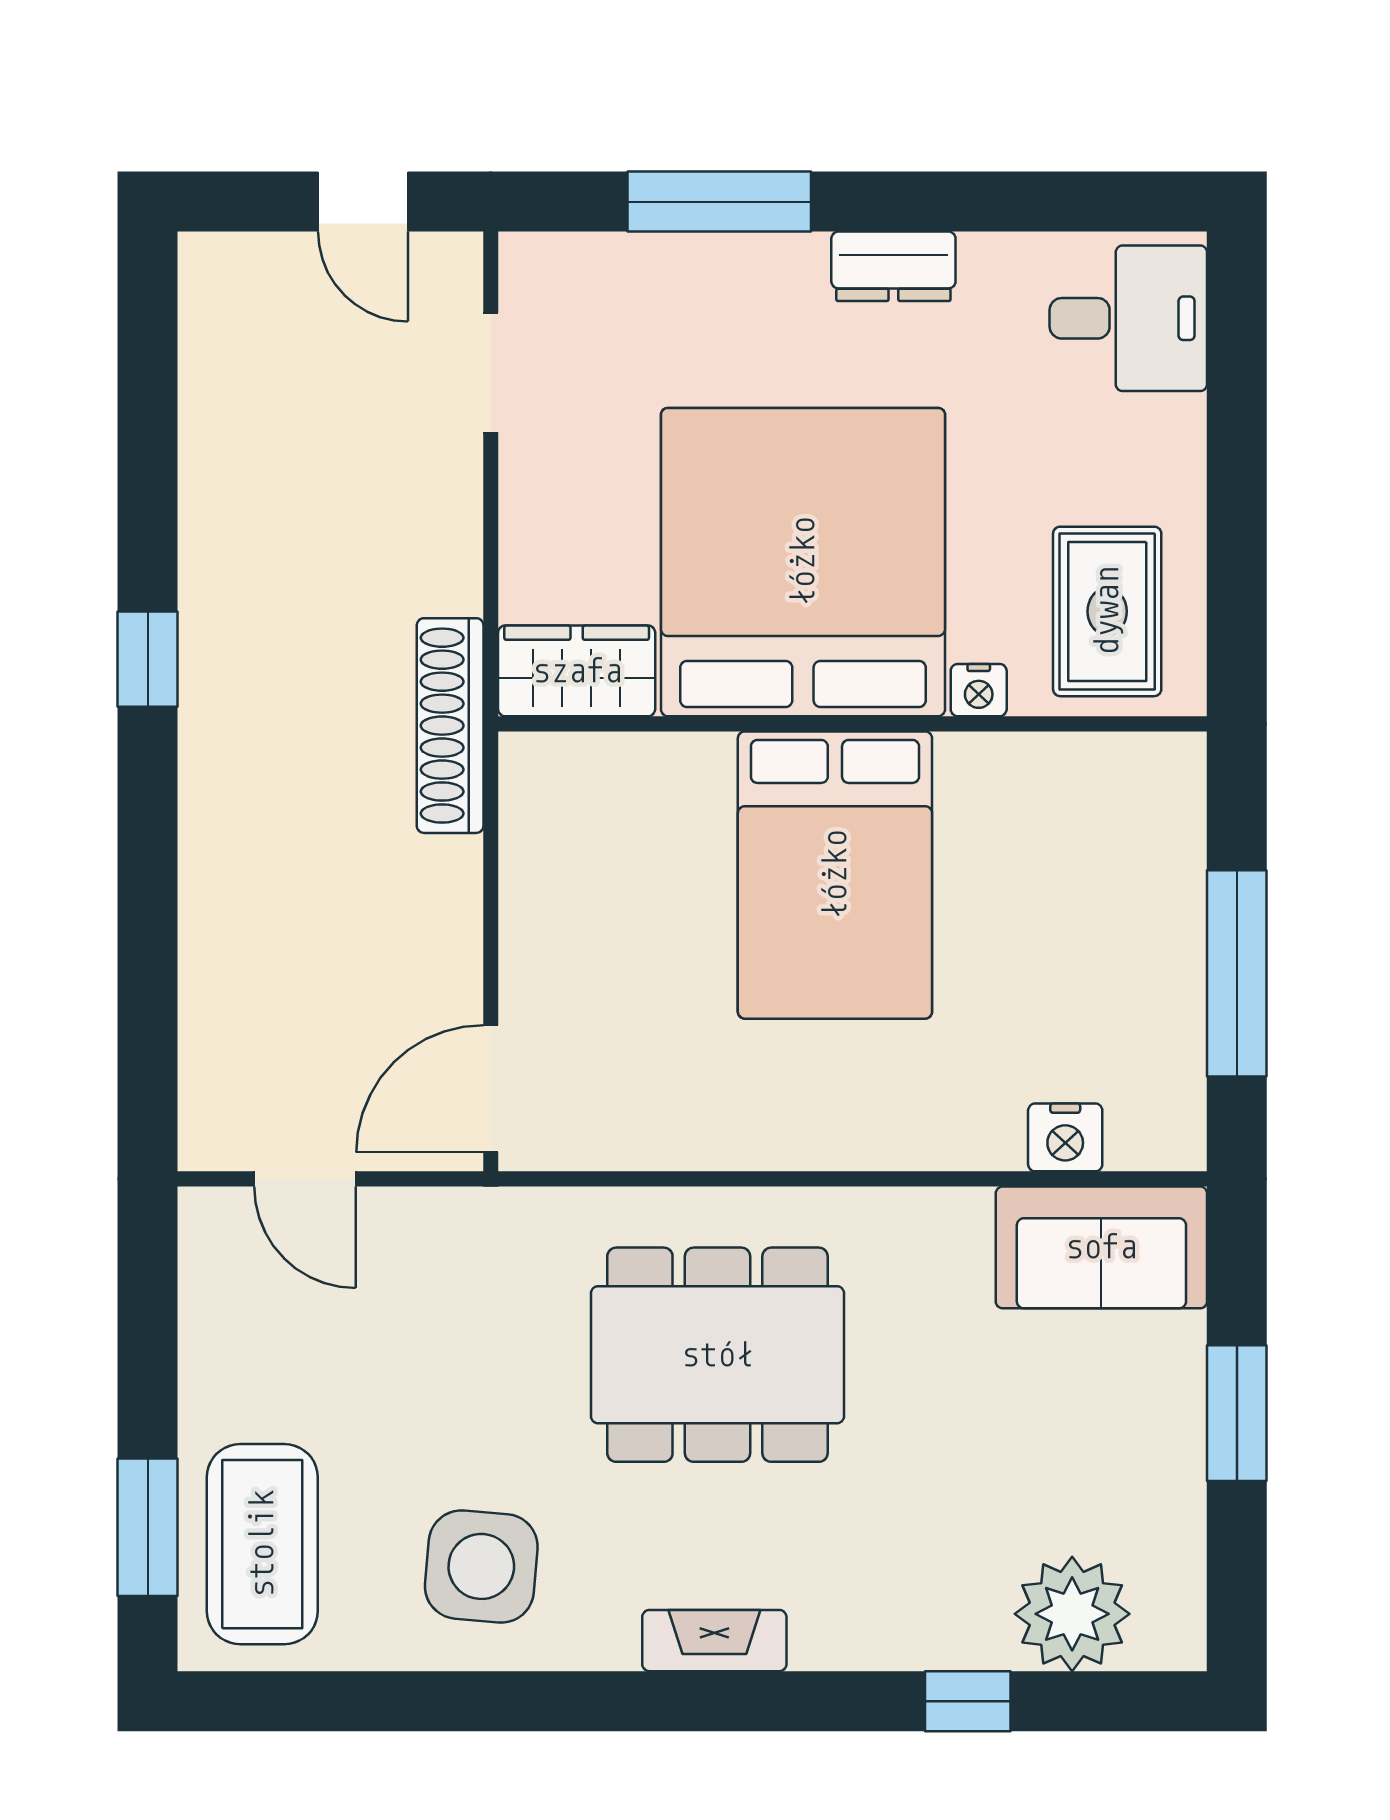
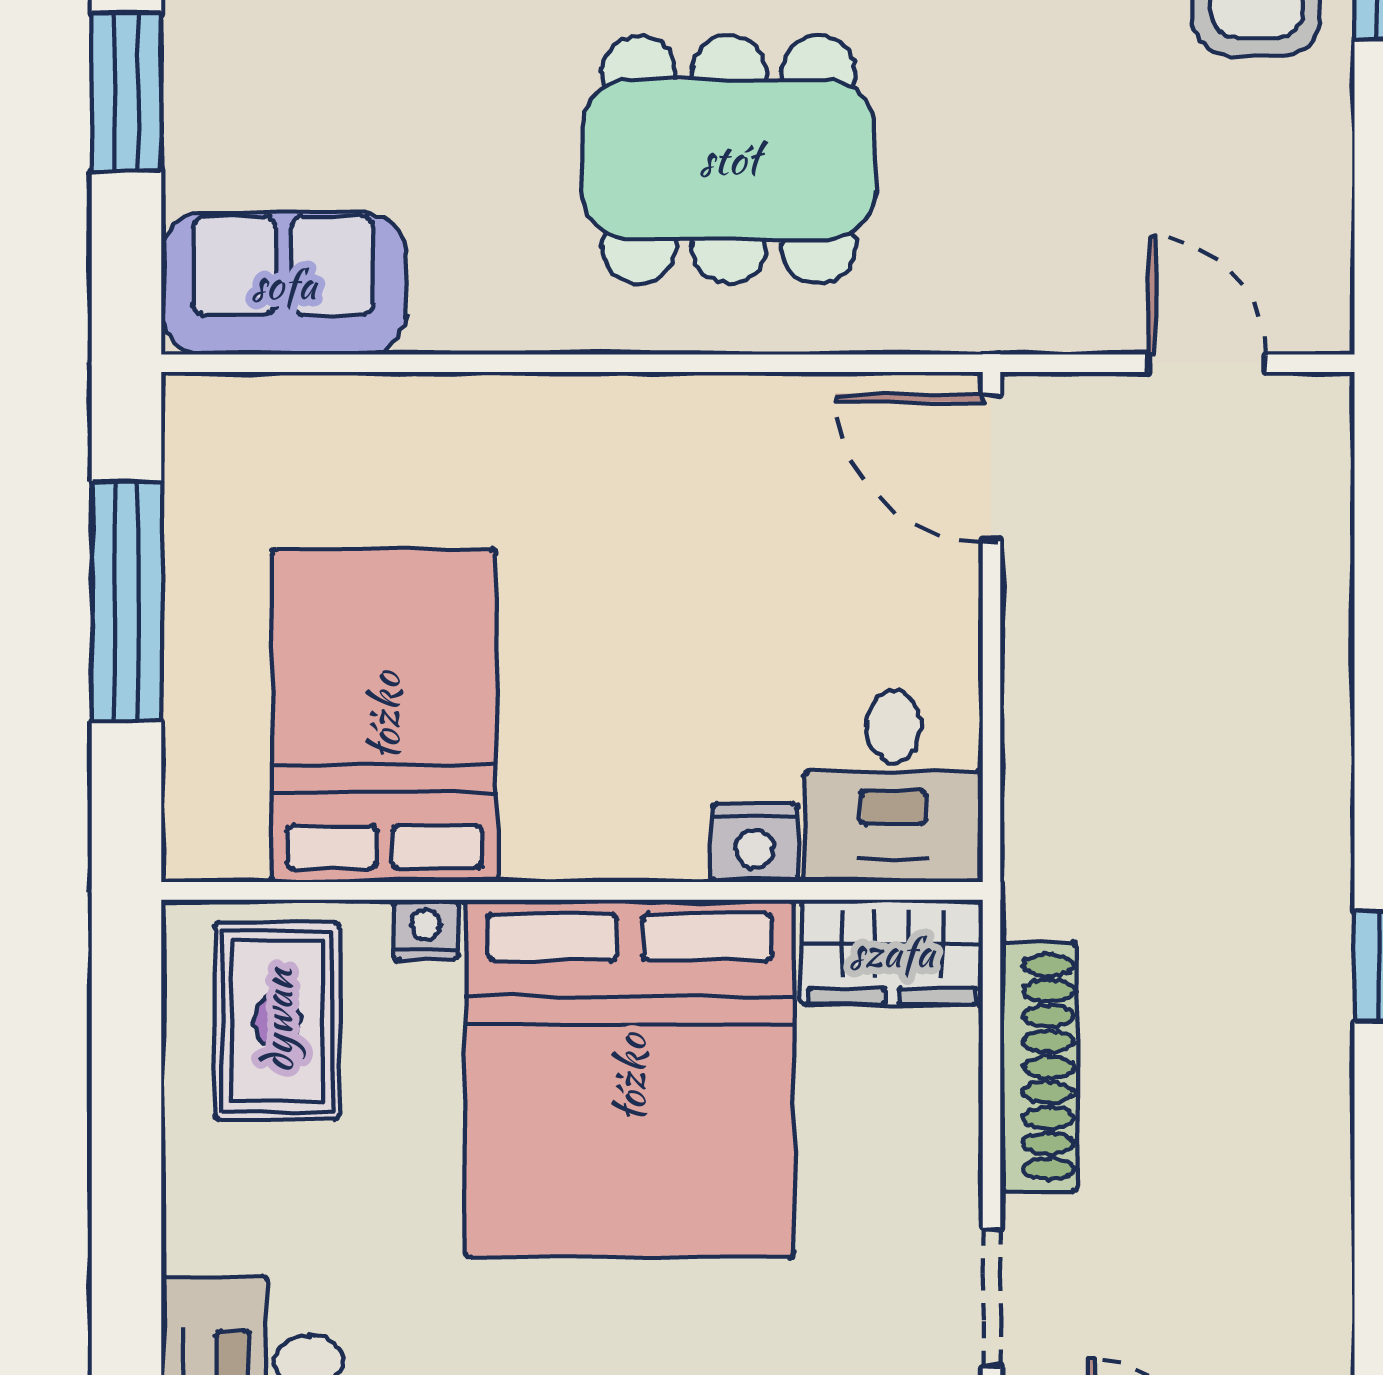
shoe rack: (450, 726) -> (1039, 1067), moved
desk: (575, 814) -> (894, 786), added
bed: (835, 875) -> (384, 716), moved
door: (491, 1089) -> (991, 468), swing flipped
nightstand: (1065, 1137) -> (755, 843), moved, turned 180

